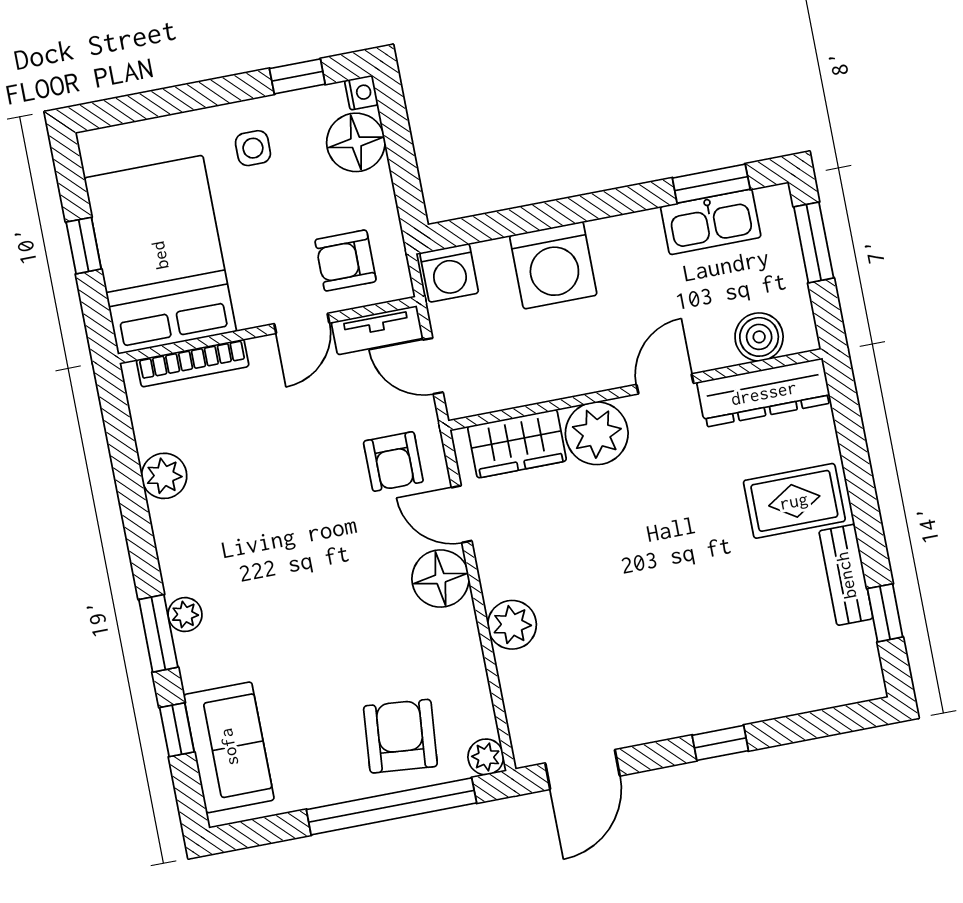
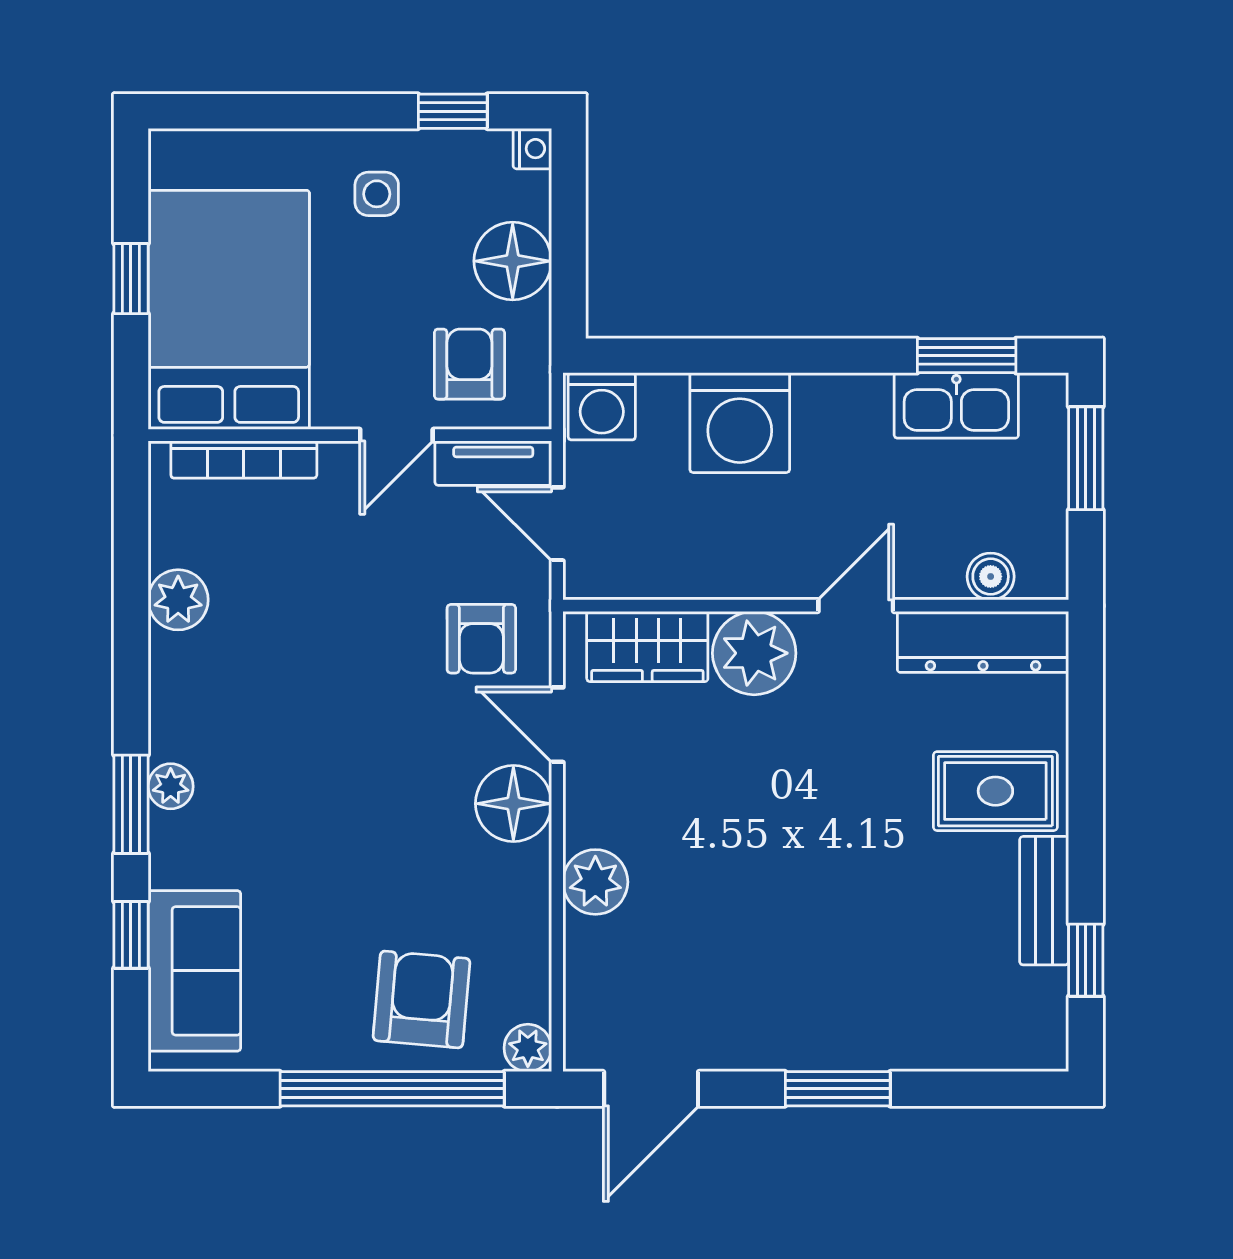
floor lamp: (356, 142) -> (513, 261), moved
armchair: (346, 261) -> (469, 364), turned 90
boiler: (759, 337) -> (991, 577), width x0.73, depth x0.73
window: (720, 743) -> (838, 1089), width x1.50

